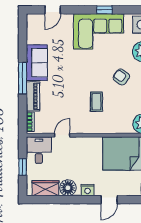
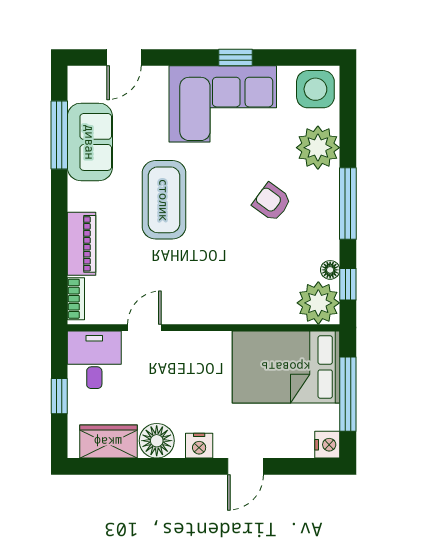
sofa: (37, 63) -> (90, 142), moved
window: (23, 78) -> (59, 135), moved
coffee table: (96, 102) -> (164, 200), moved, width x1.86, depth x1.72

